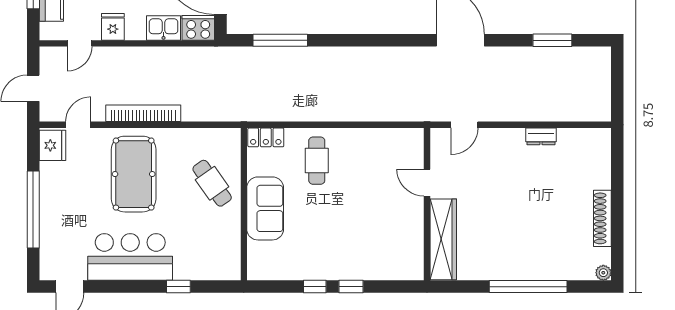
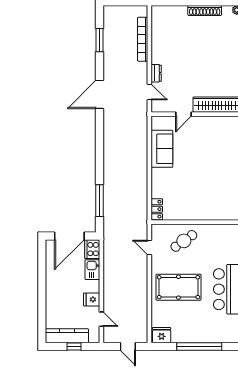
bookcase: (143, 113) -> (143, 39), moved
door: (78, 125) -> (149, 248), moved
dresser: (541, 136) -> (156, 73), moved
cafe table: (317, 161) -> (170, 179), removed
sofa: (265, 208) -> (162, 149), moved, turned 90

